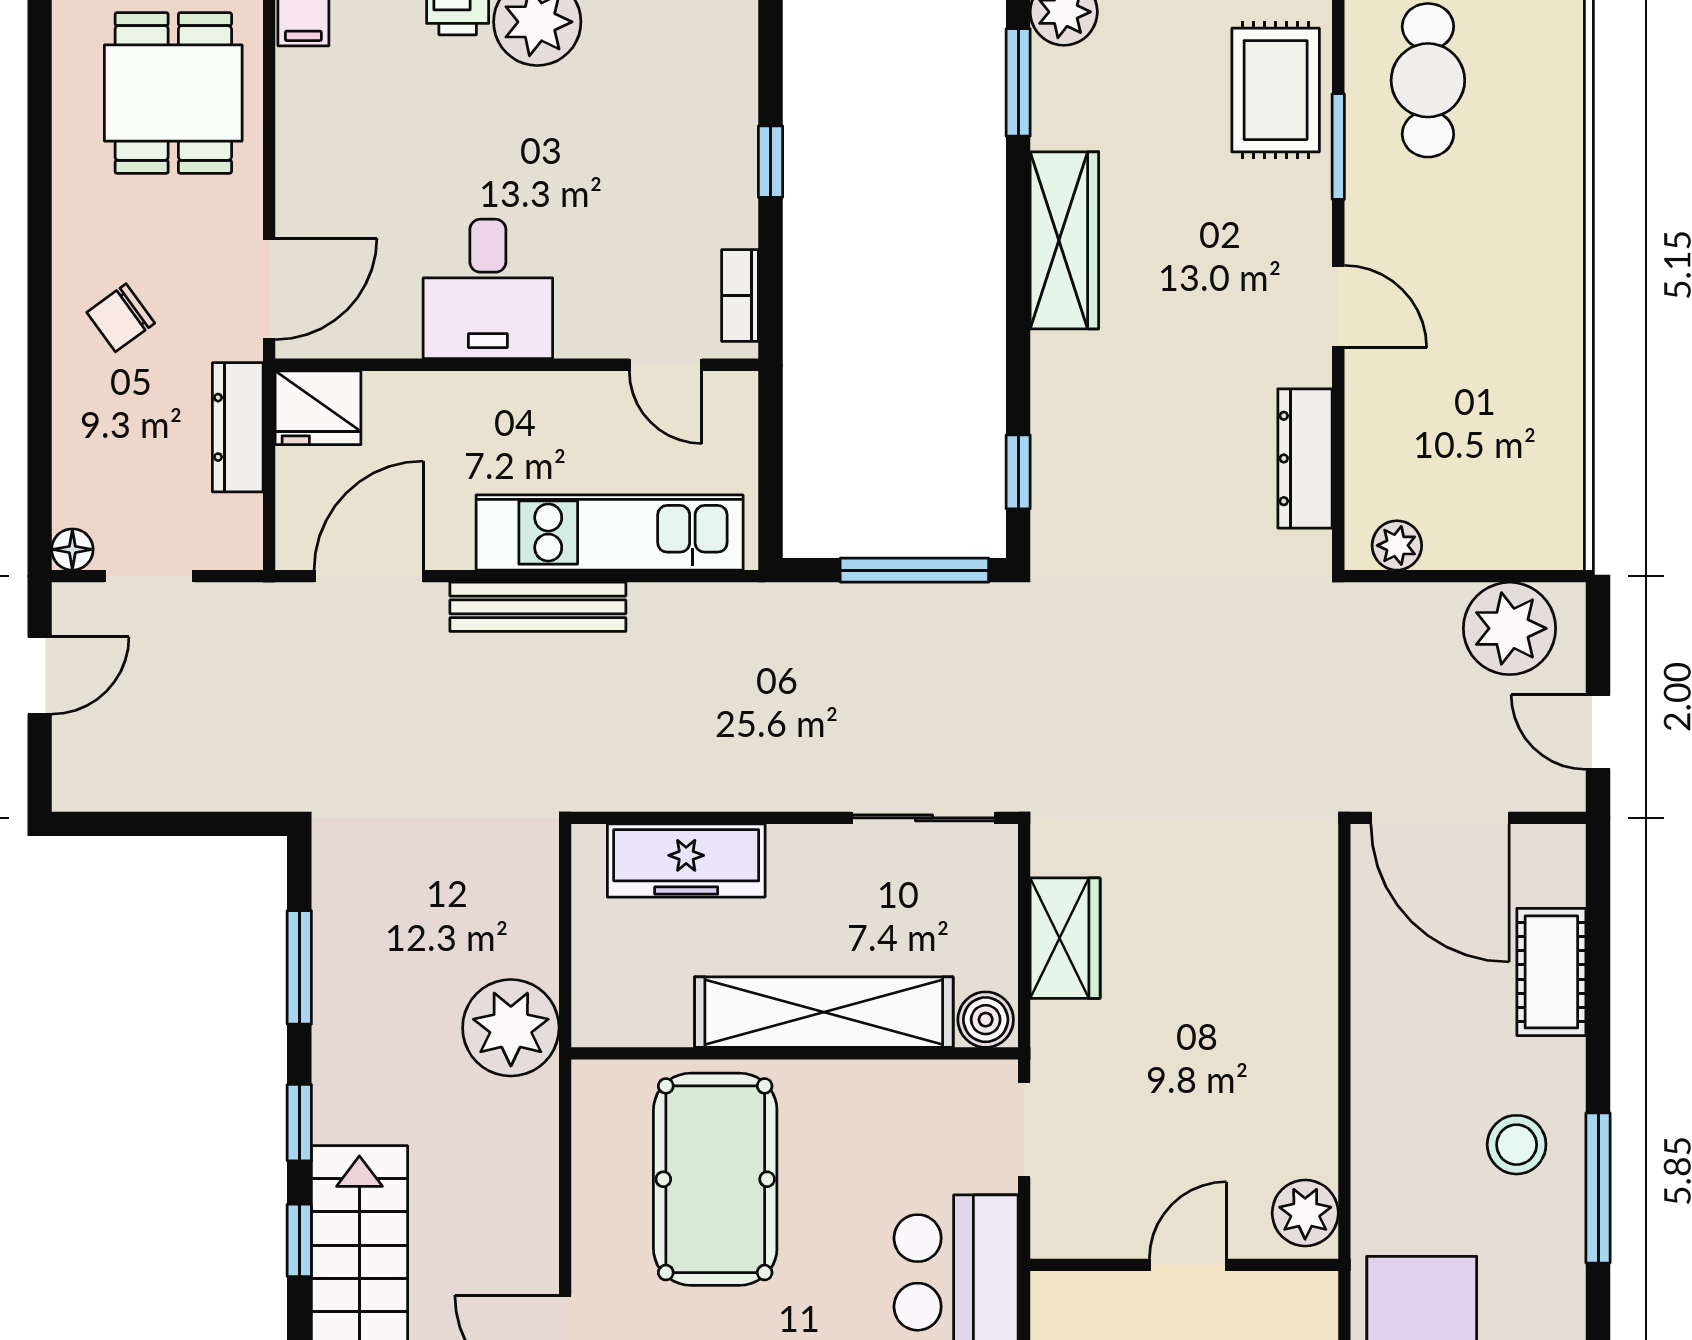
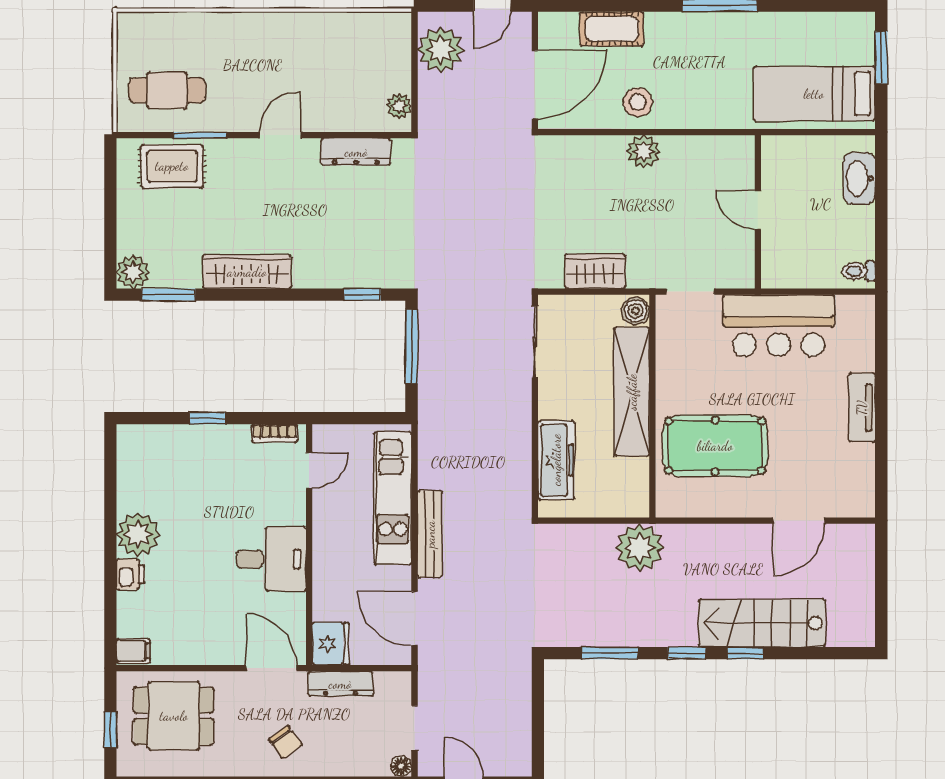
stool: (1517, 1145) -> (638, 102), moved
plant: (1305, 1213) -> (643, 152), moved

